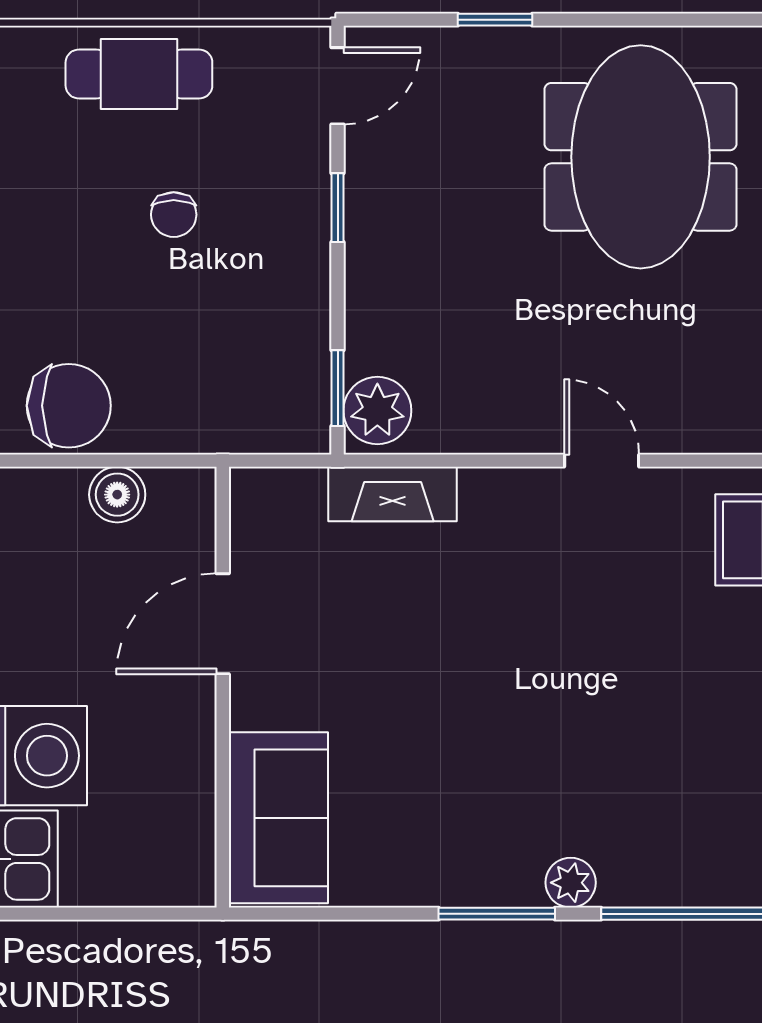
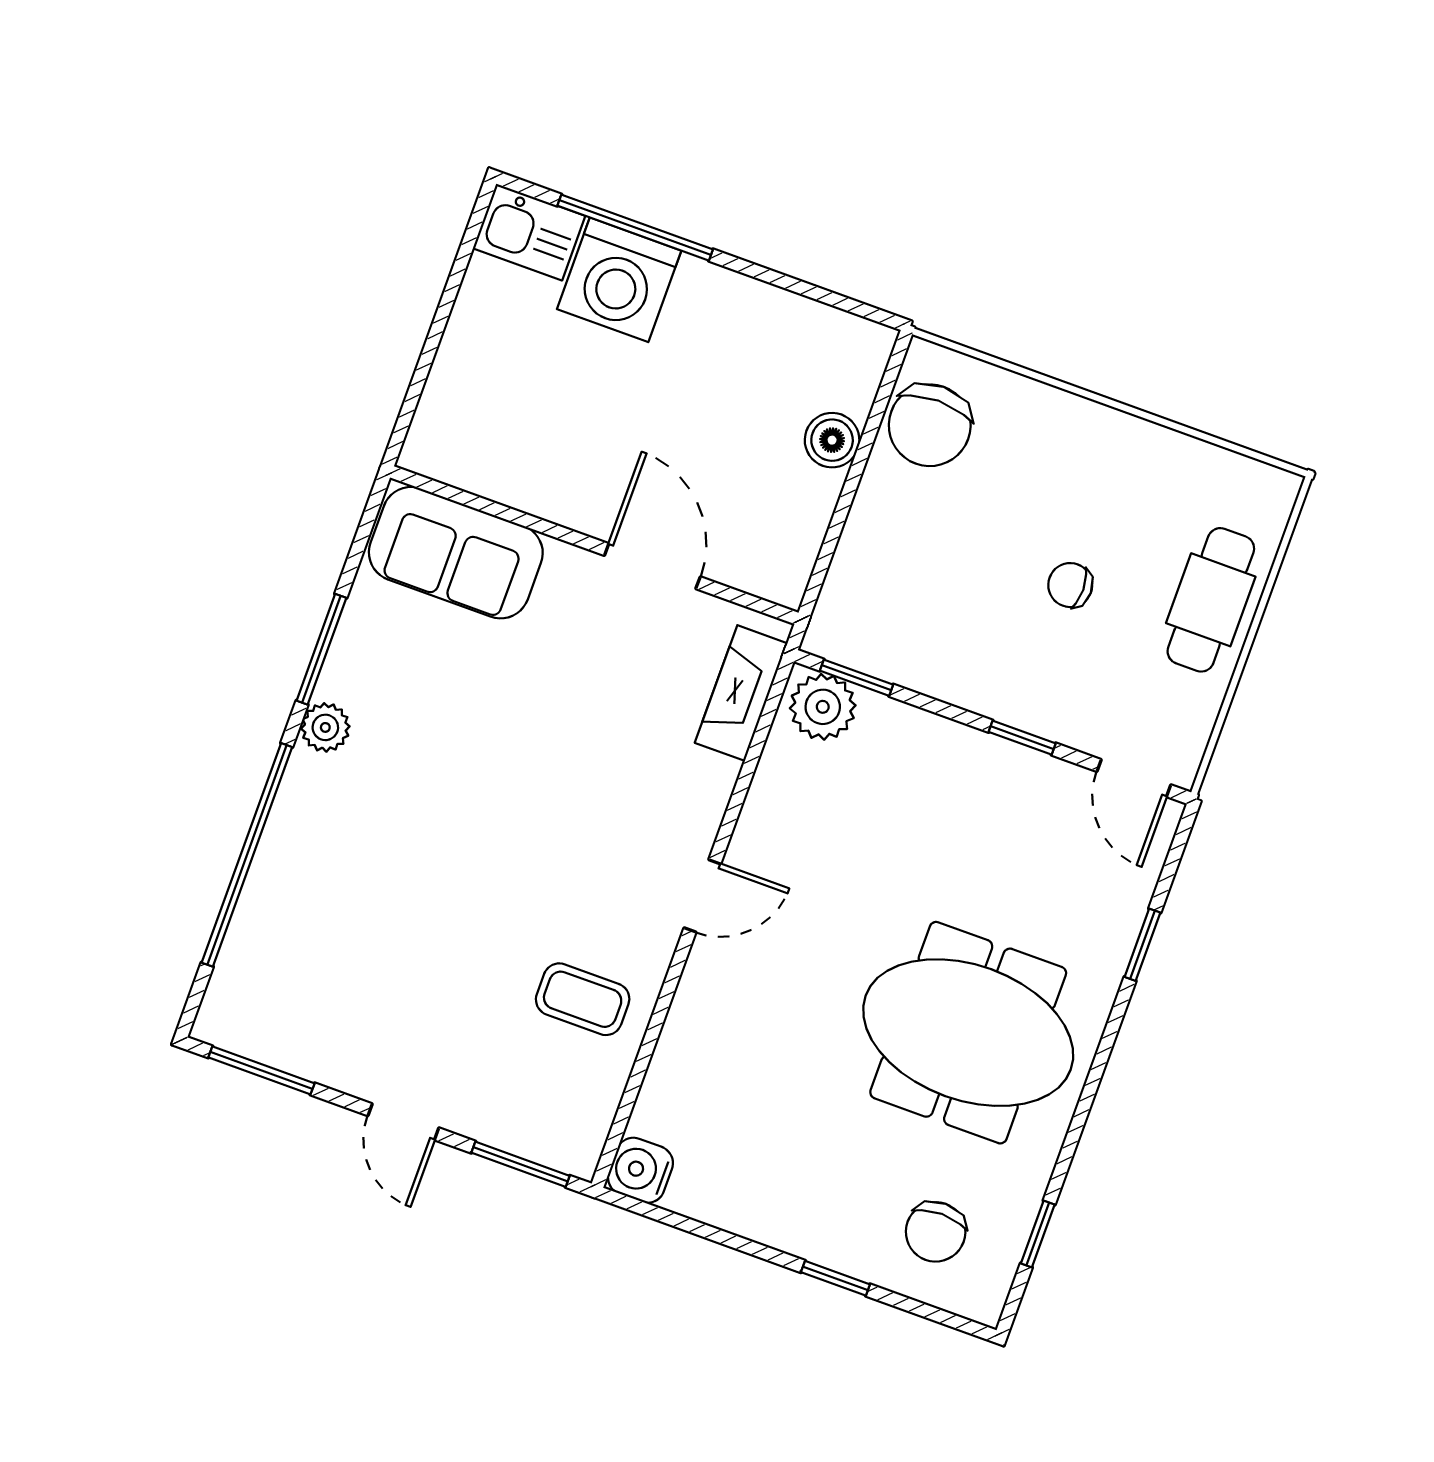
door: (223, 624) -> (652, 566), moved
wall: (223, 687) -> (594, 545), moved
sofa: (278, 818) -> (456, 553), moved

